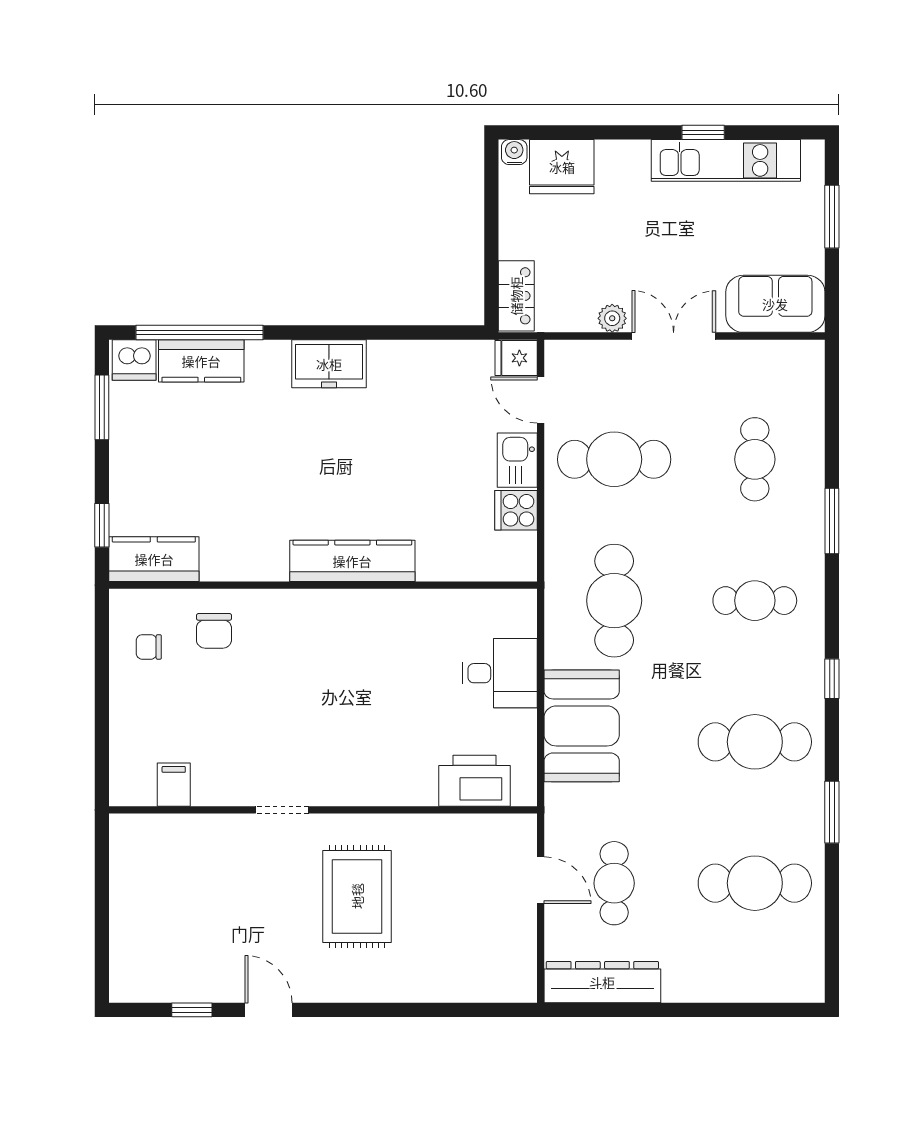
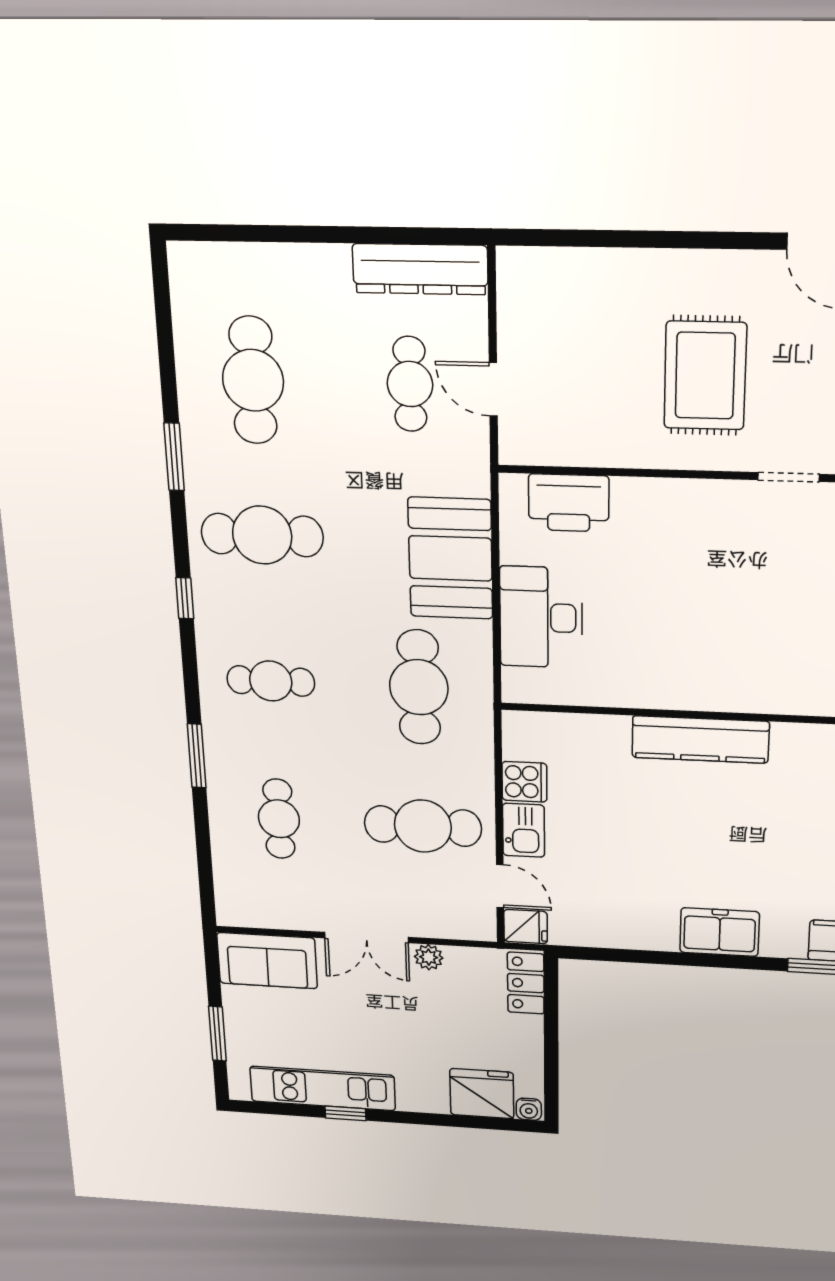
desk: (500, 673) -> (541, 617), width x1.37
cafe table: (755, 883) -> (253, 380), turned 90

